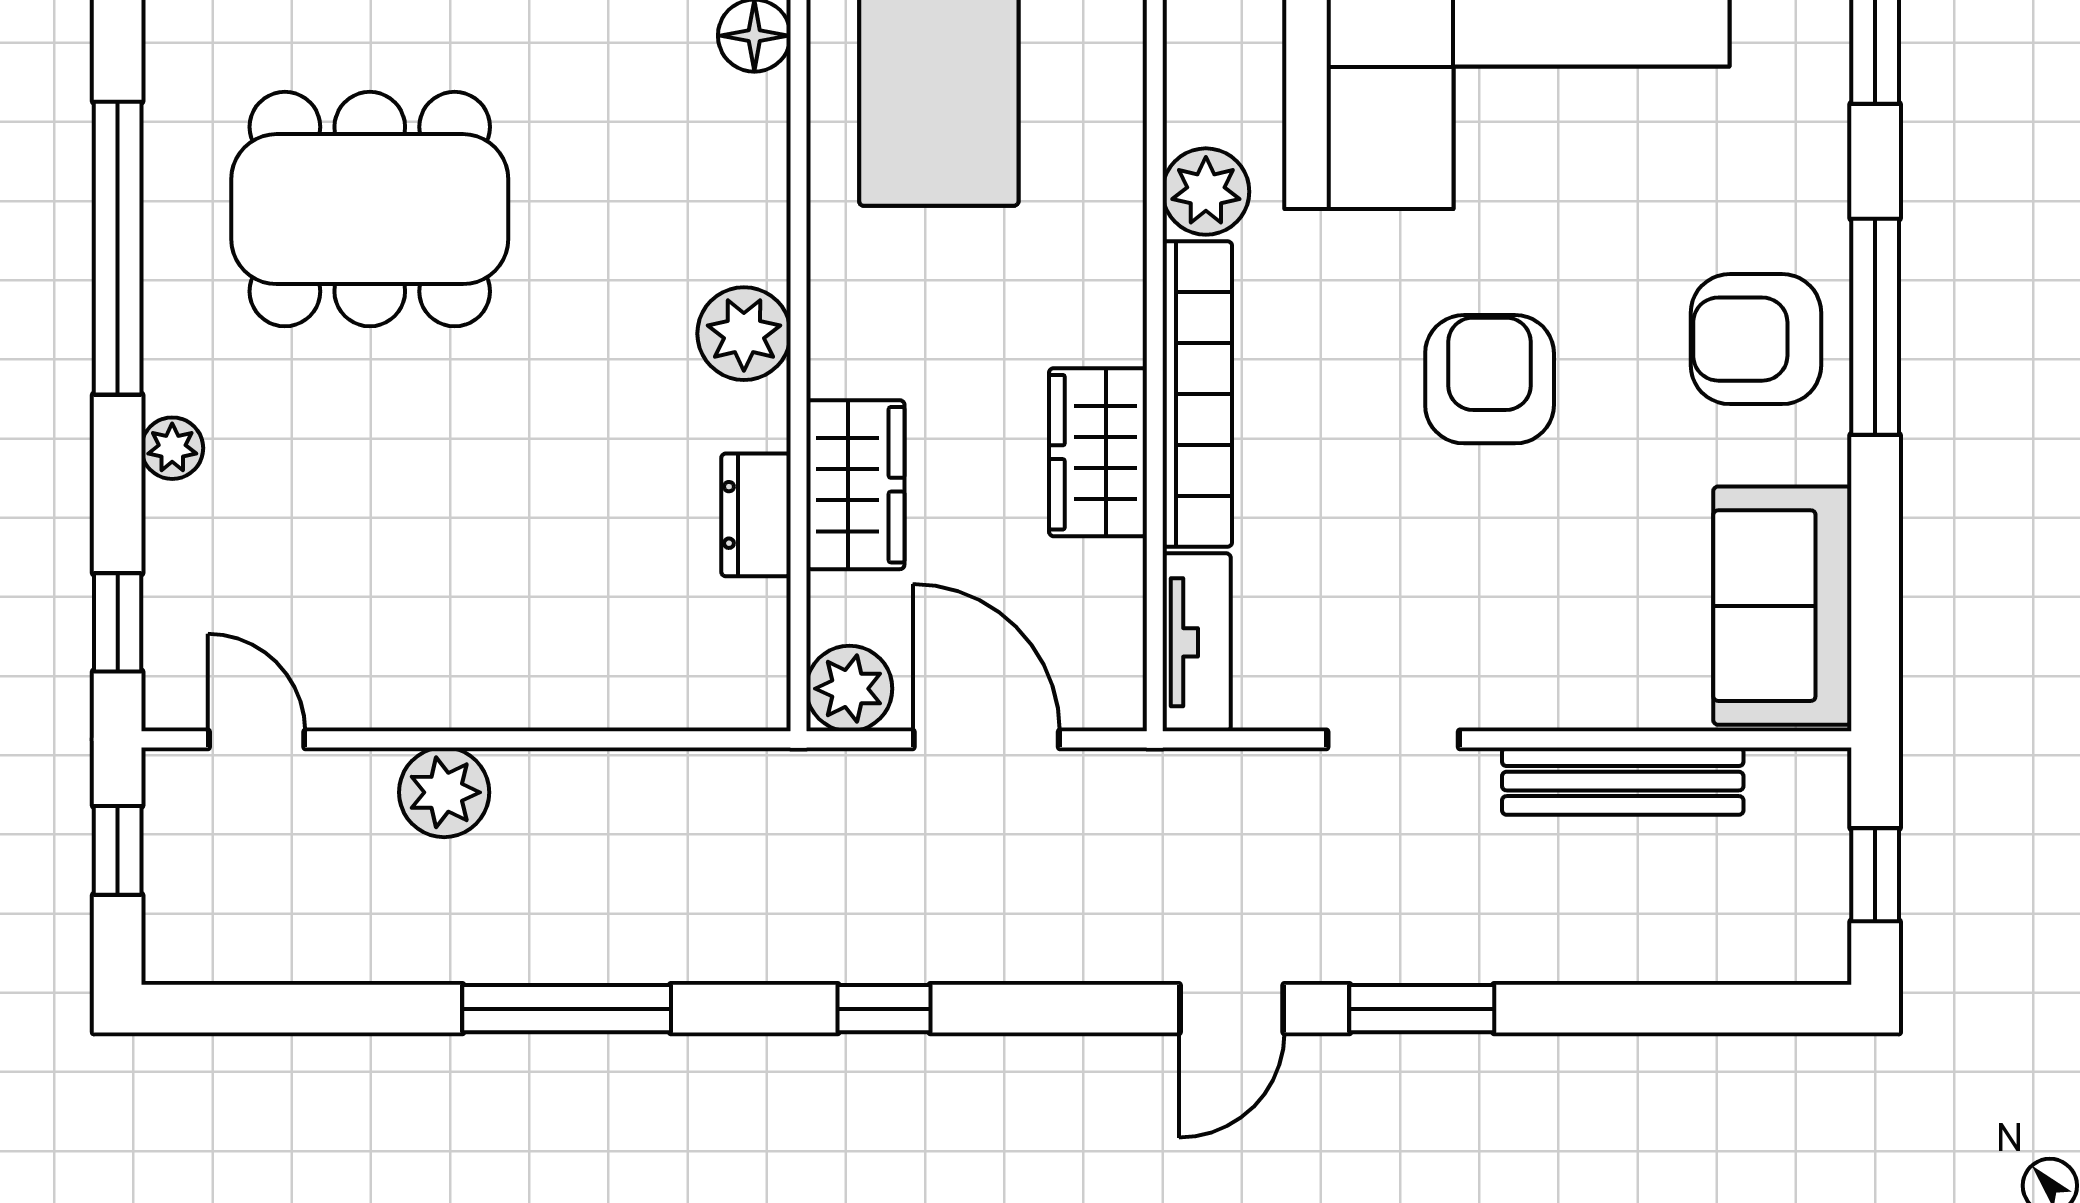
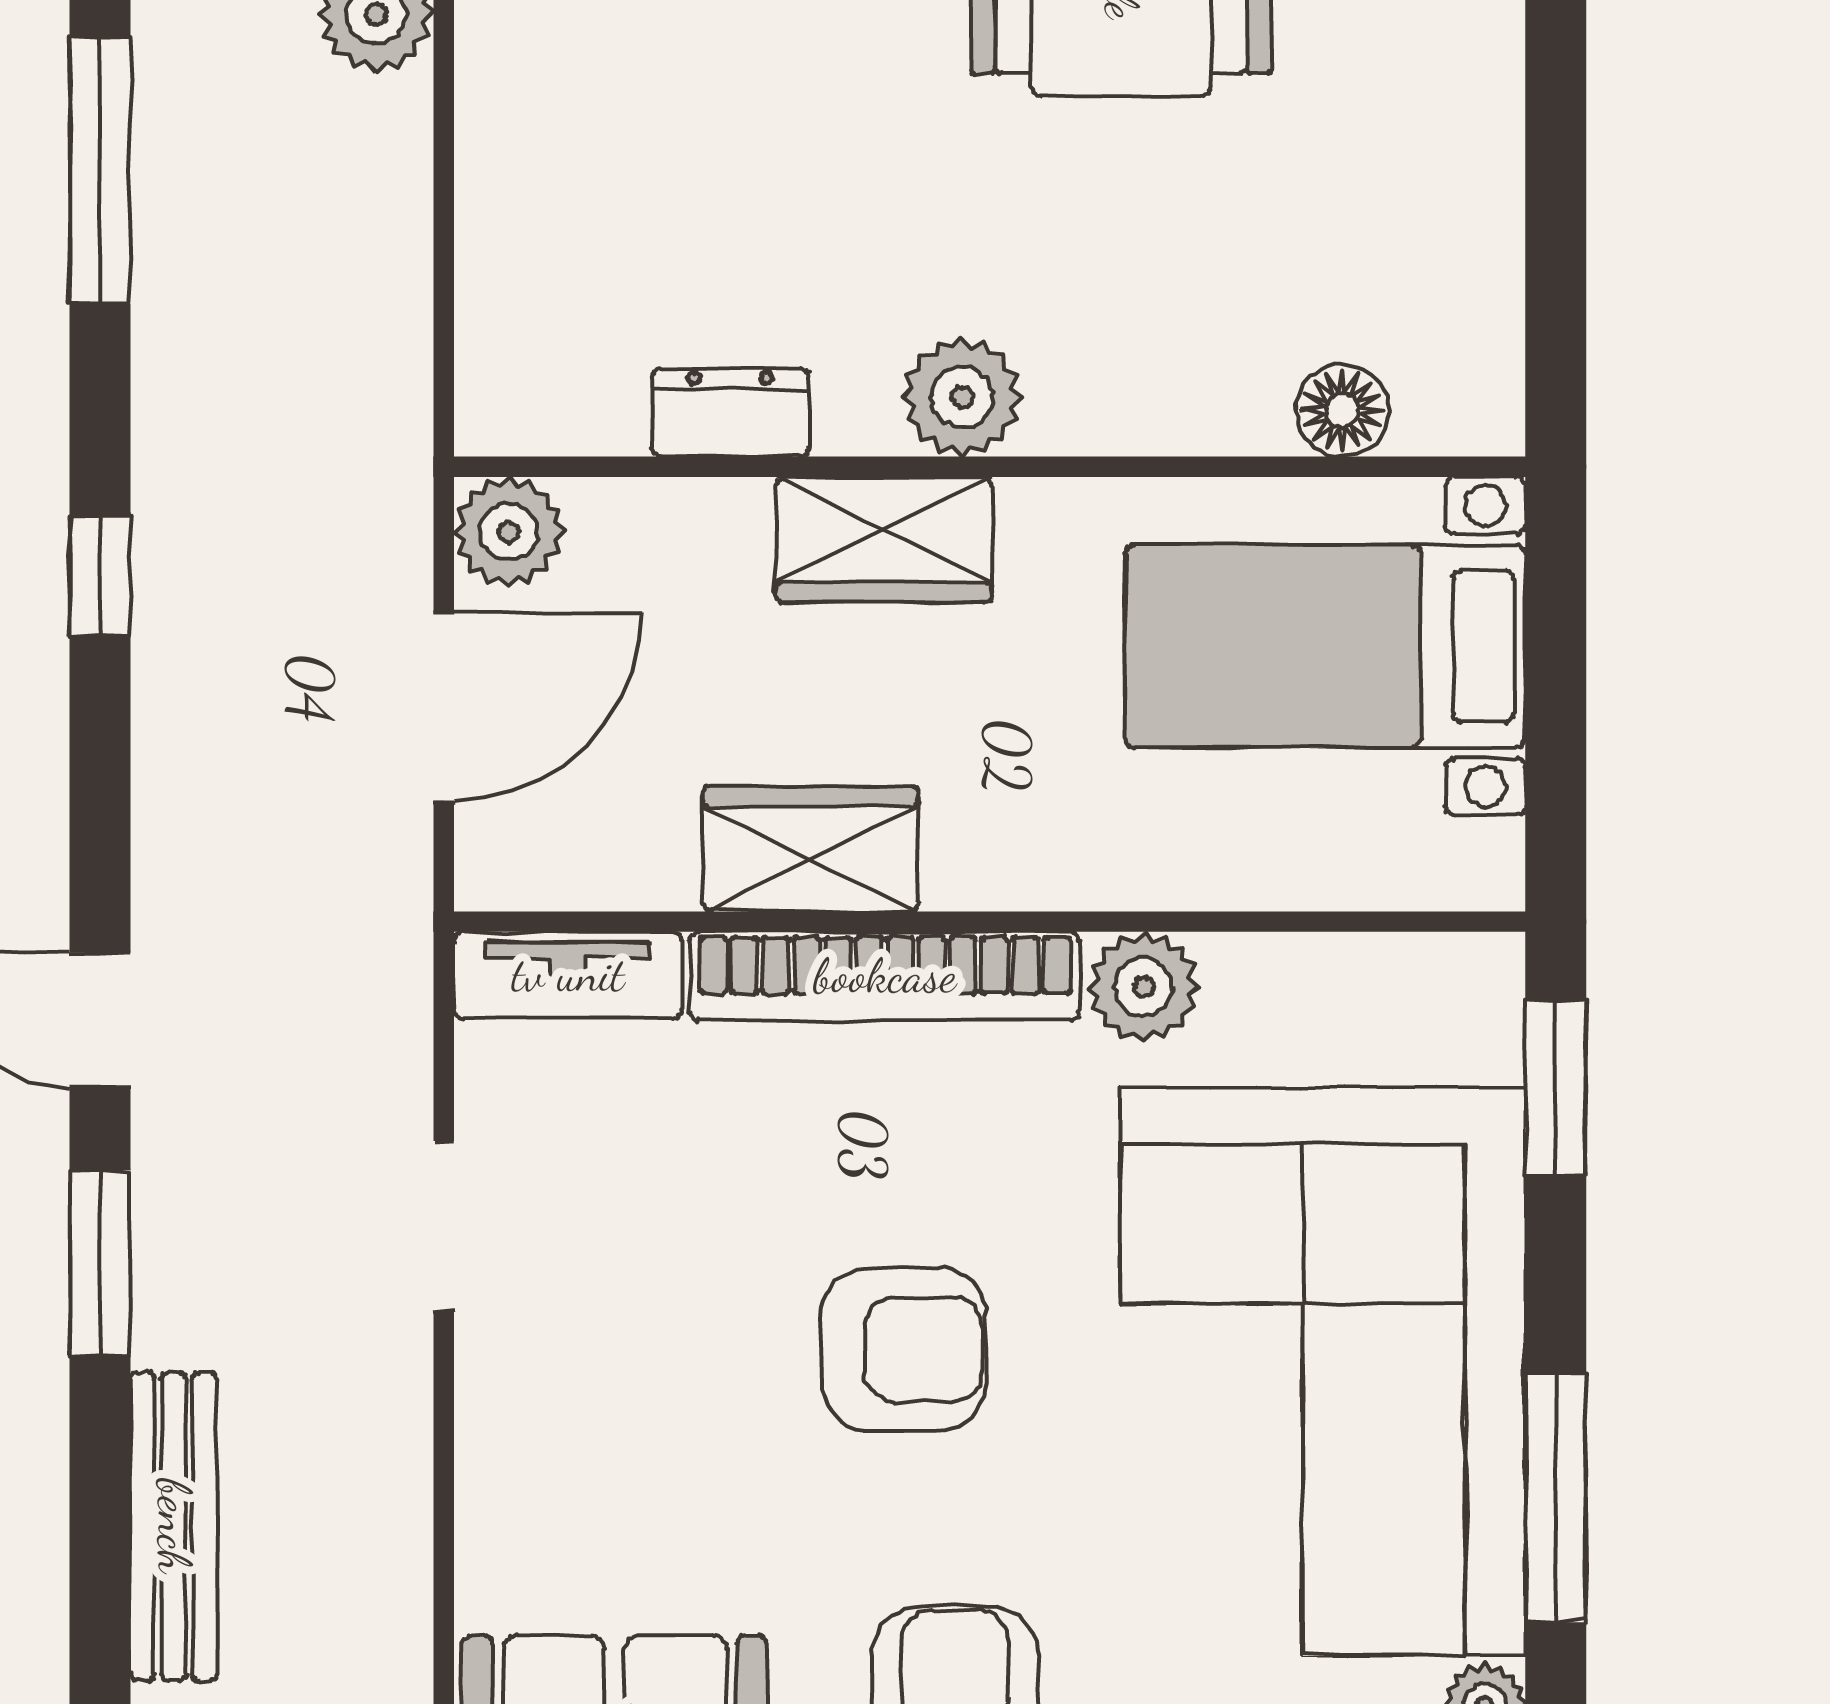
wardrobe: (855, 485) -> (884, 539), moved
bench: (1623, 781) -> (174, 1526), moved

